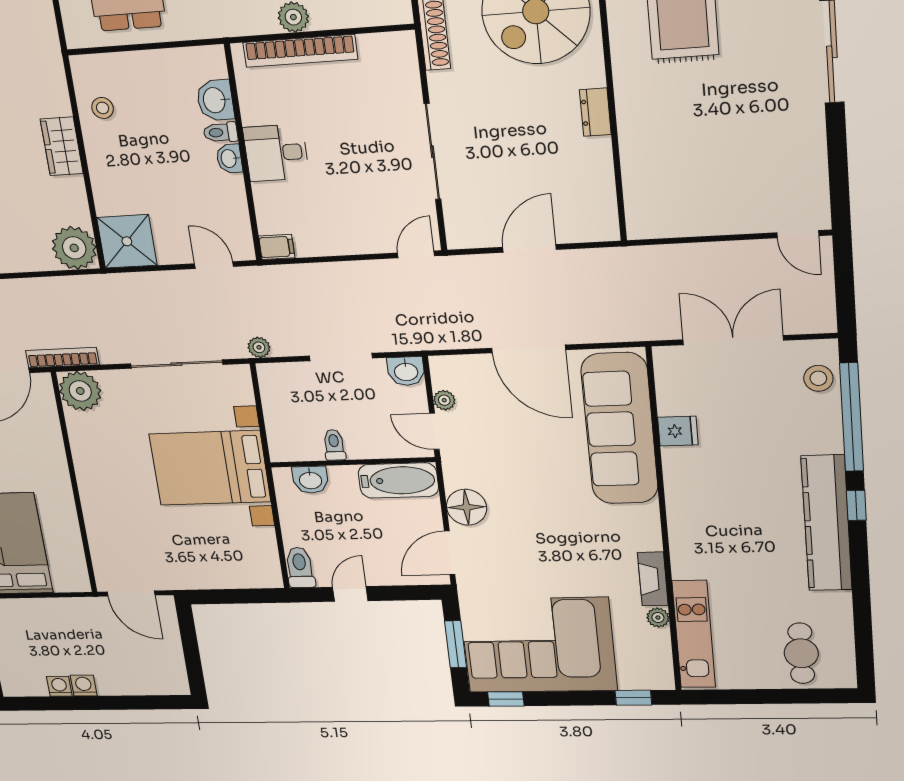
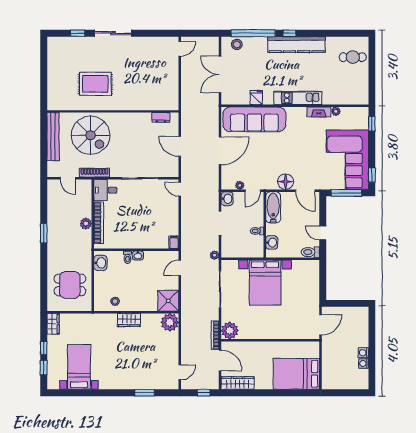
washbasin: (215, 100) -> (100, 263), moved, turned -90
dresser: (595, 112) -> (161, 117), moved
desk: (276, 153) -> (105, 190), moved, turned 90
kitchen unit: (694, 634) -> (298, 98), moved
window: (456, 644) -> (346, 193), width x1.44

